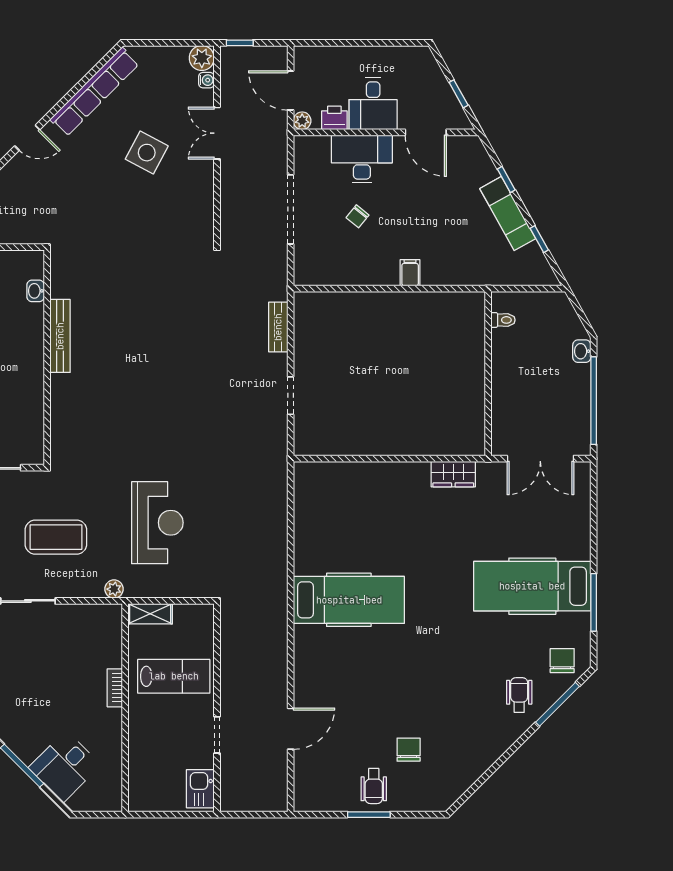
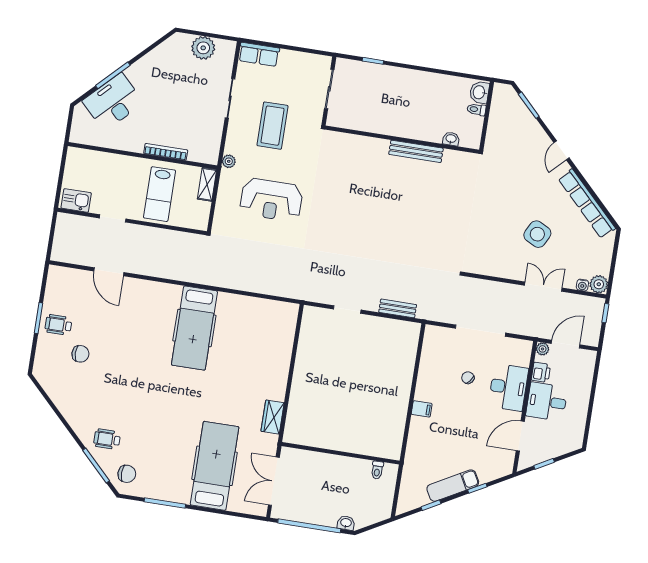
hospital bed: (532, 586) -> (215, 466), moved
bookcase: (115, 688) -> (166, 152), width x1.56
wheelchair: (519, 695) -> (107, 439), turned 180
desk: (65, 766) -> (113, 102), width x1.37

